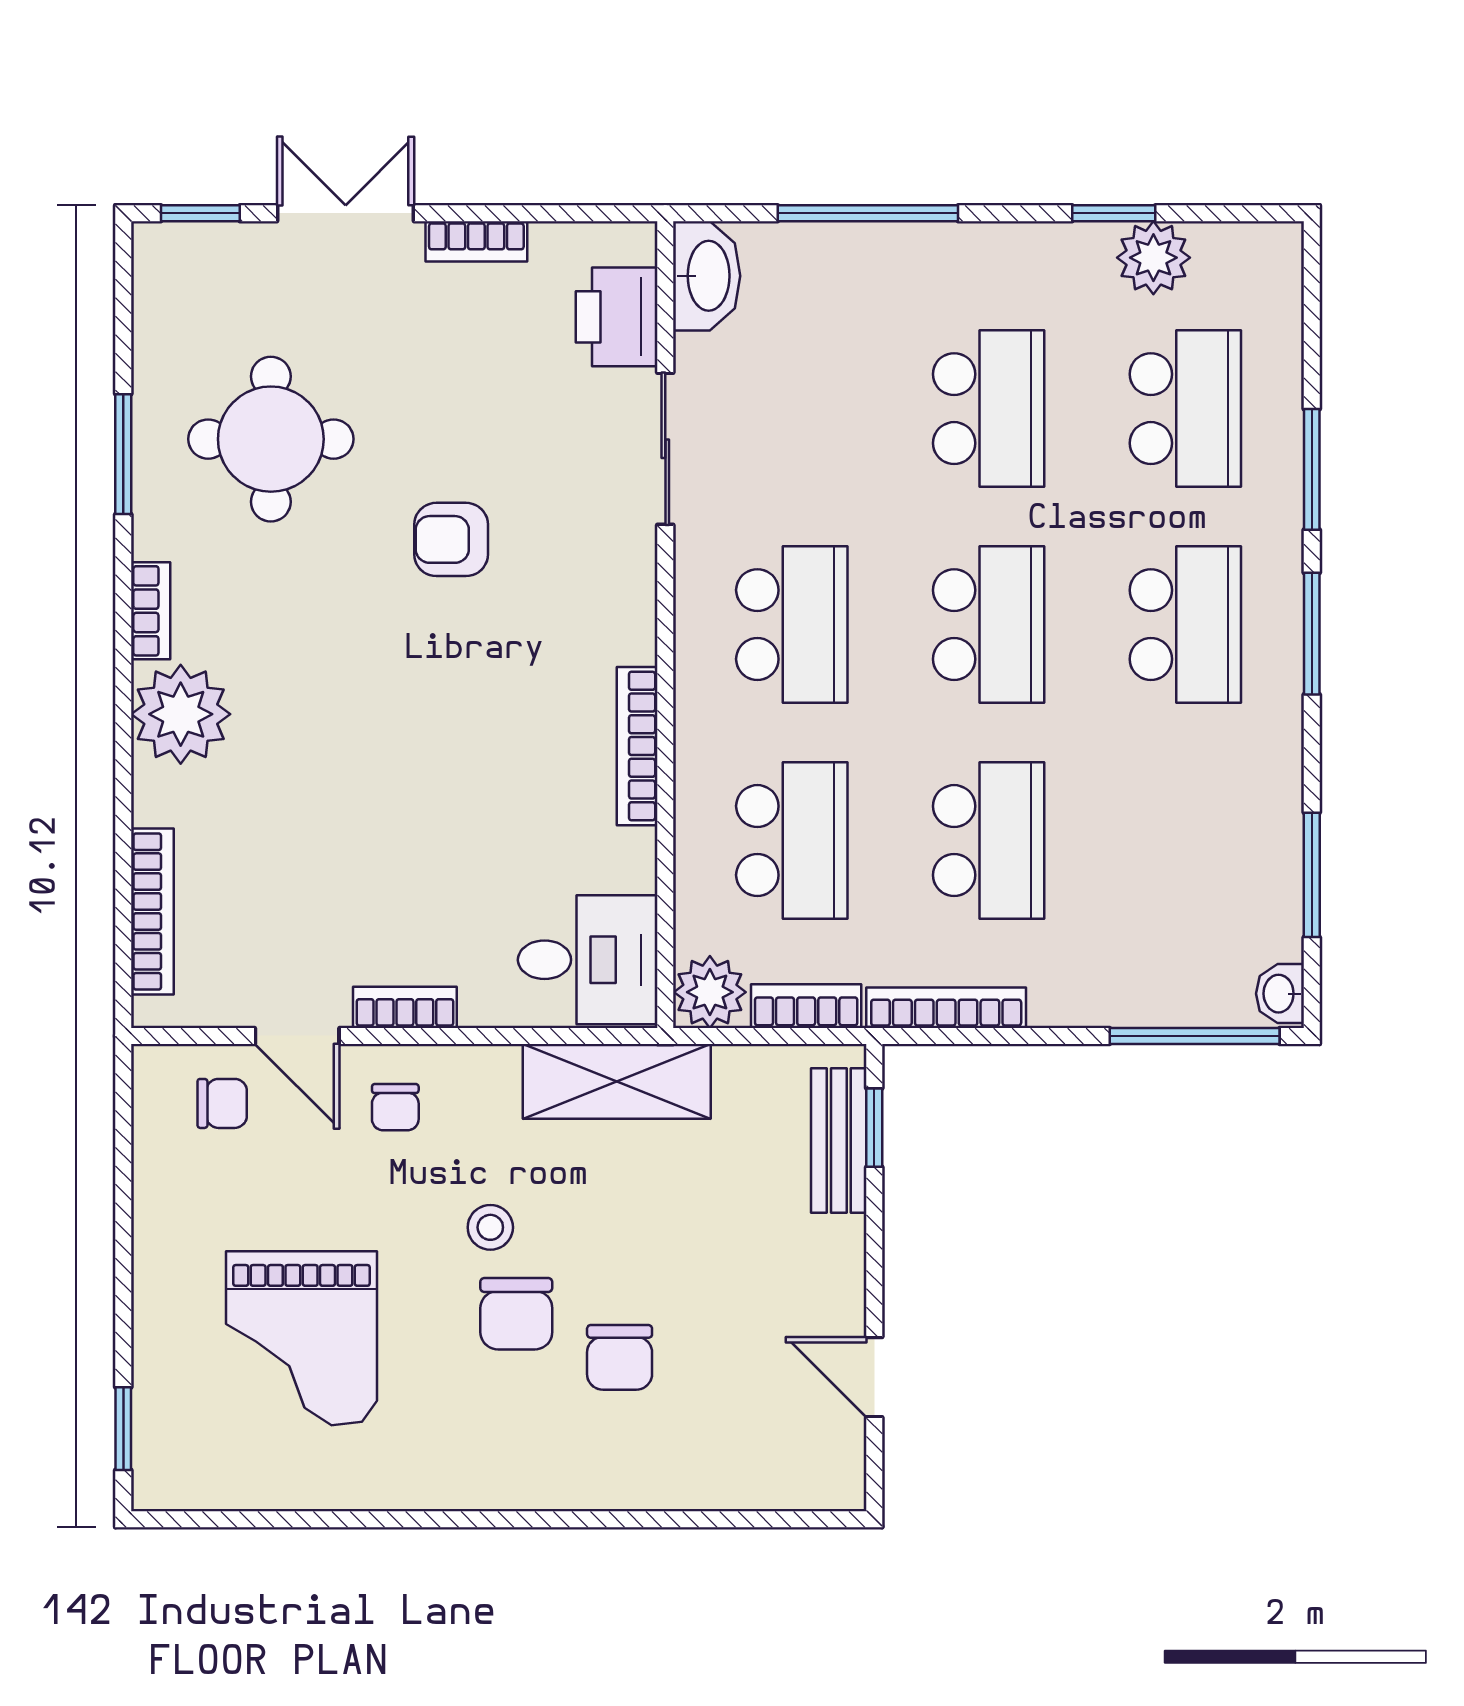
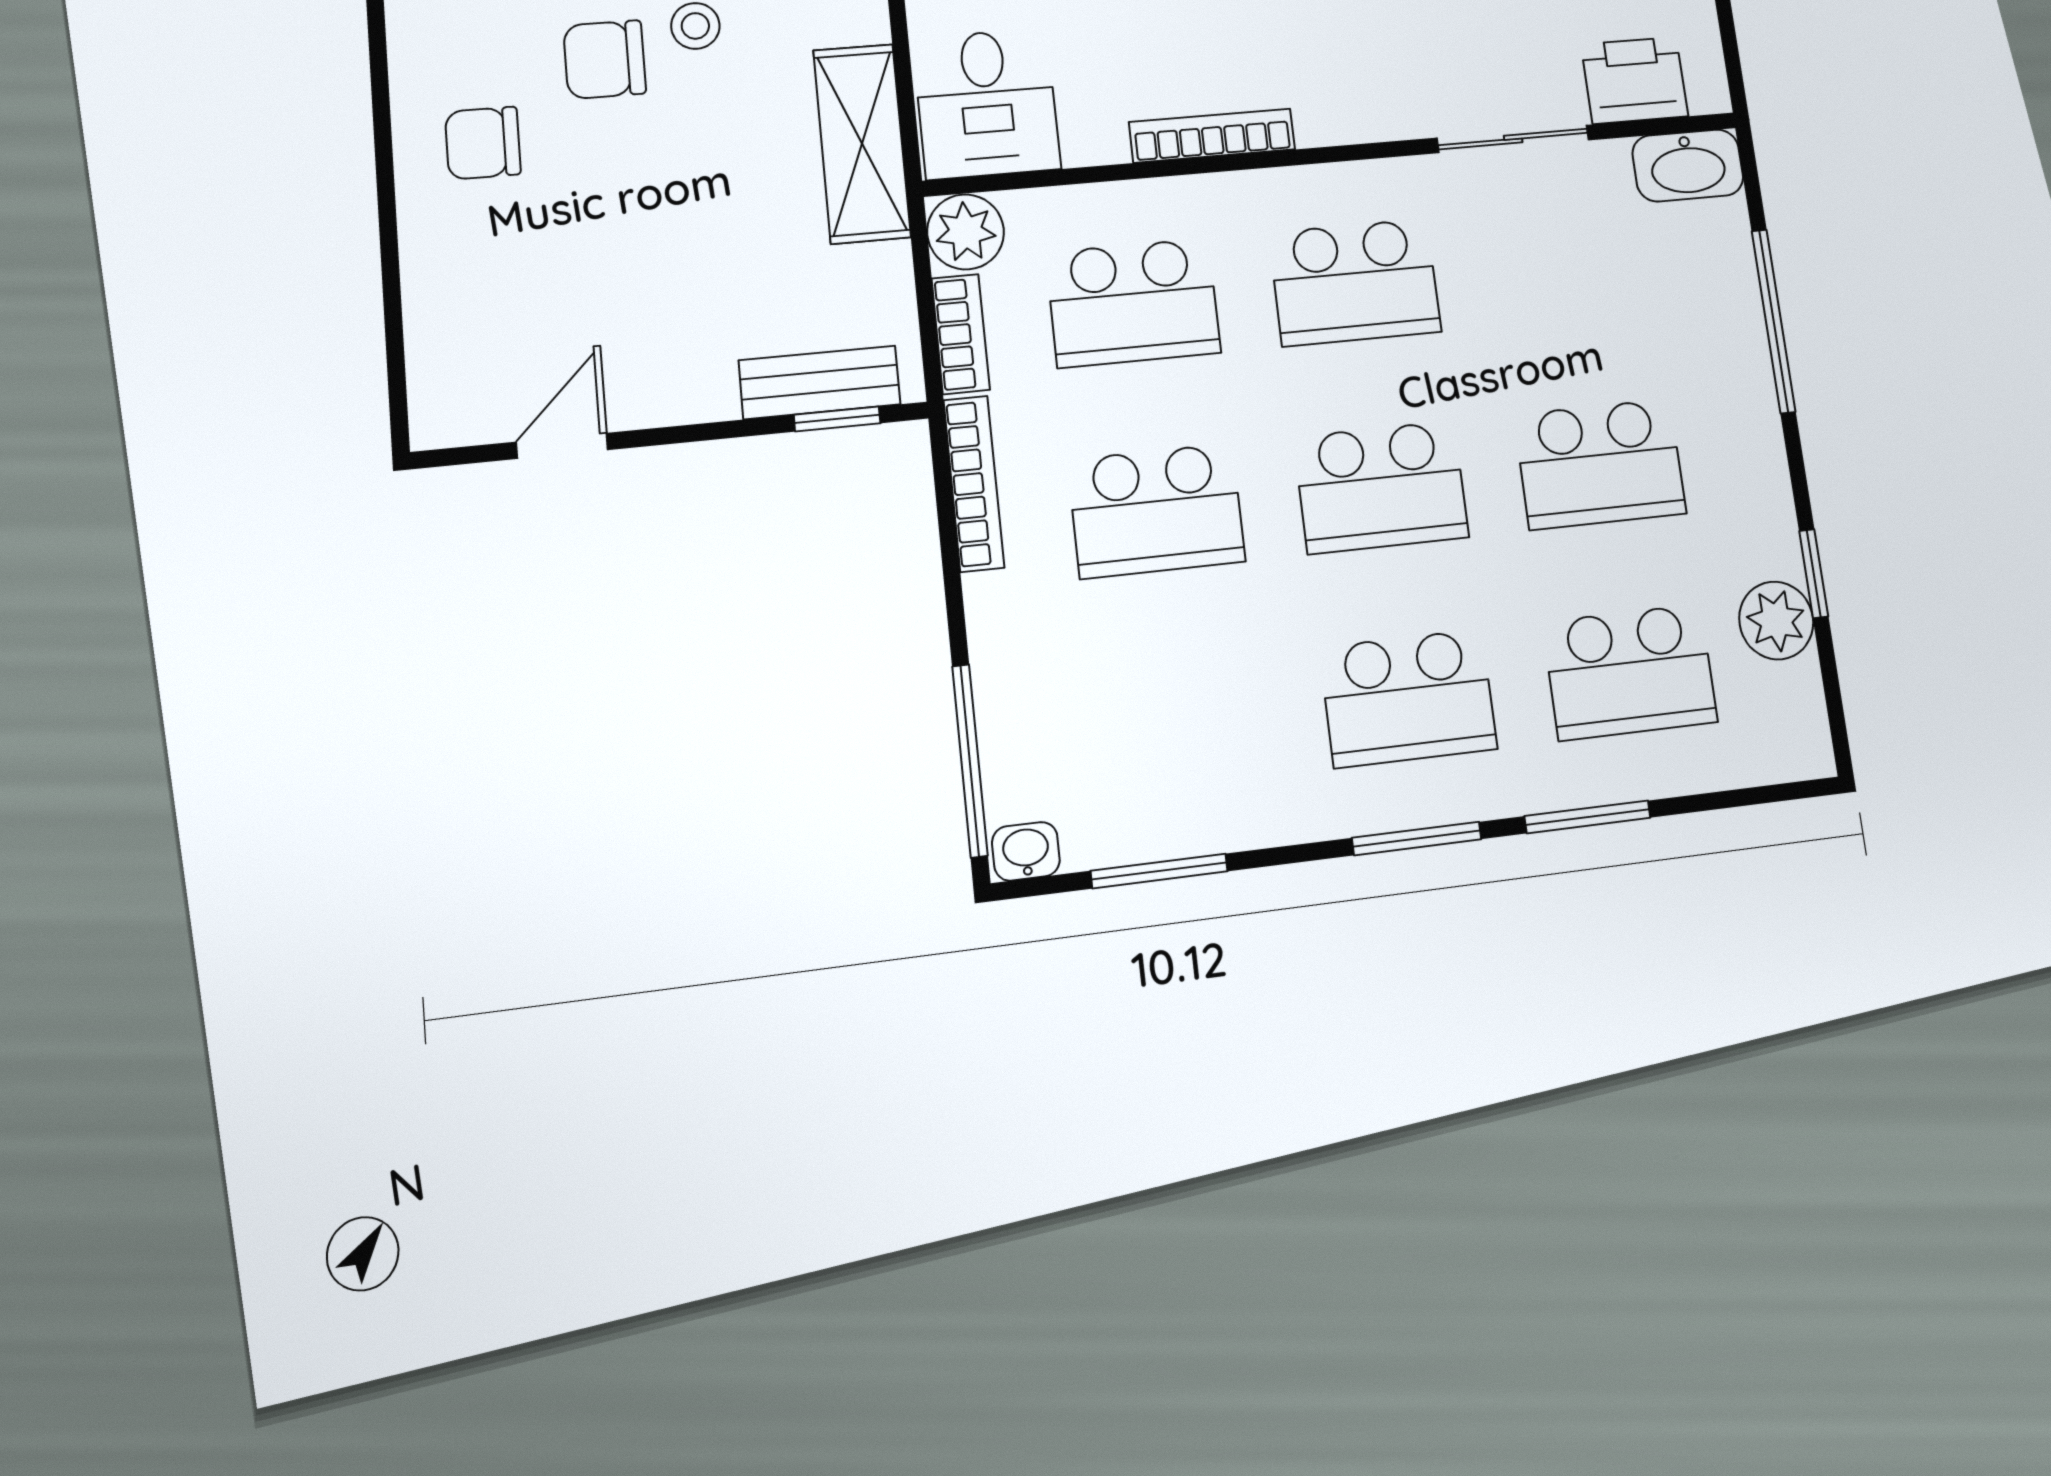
chair: (620, 1357) -> (483, 143), moved

